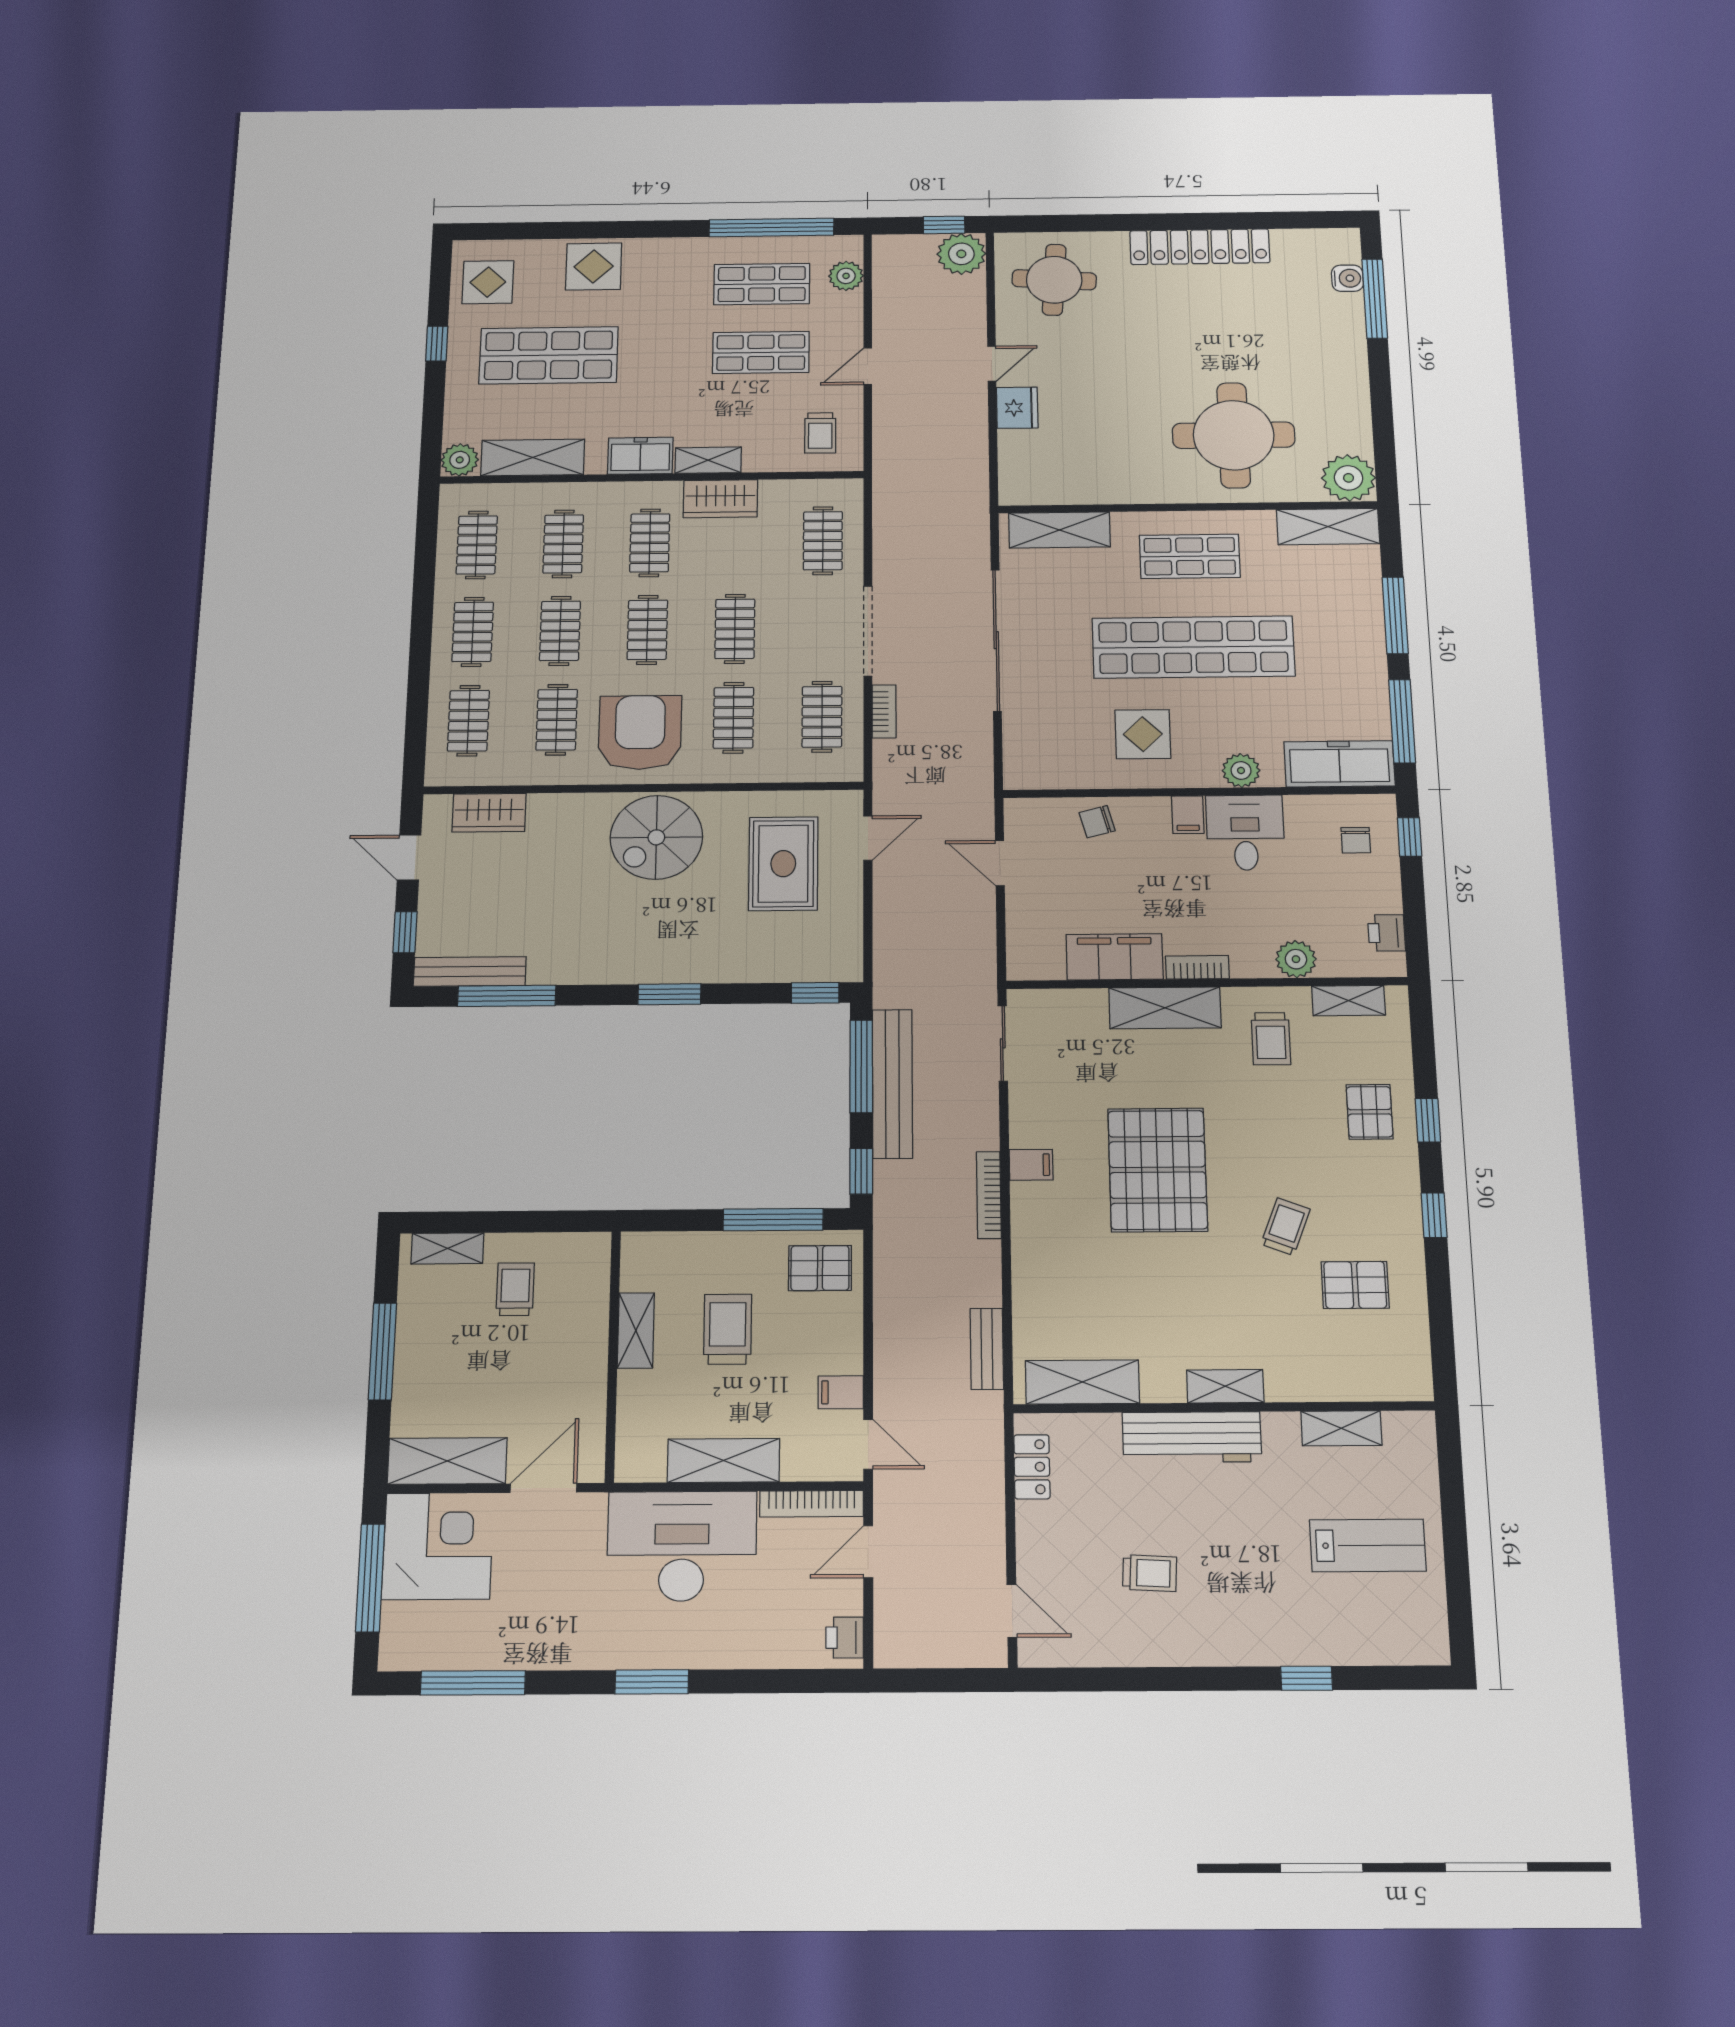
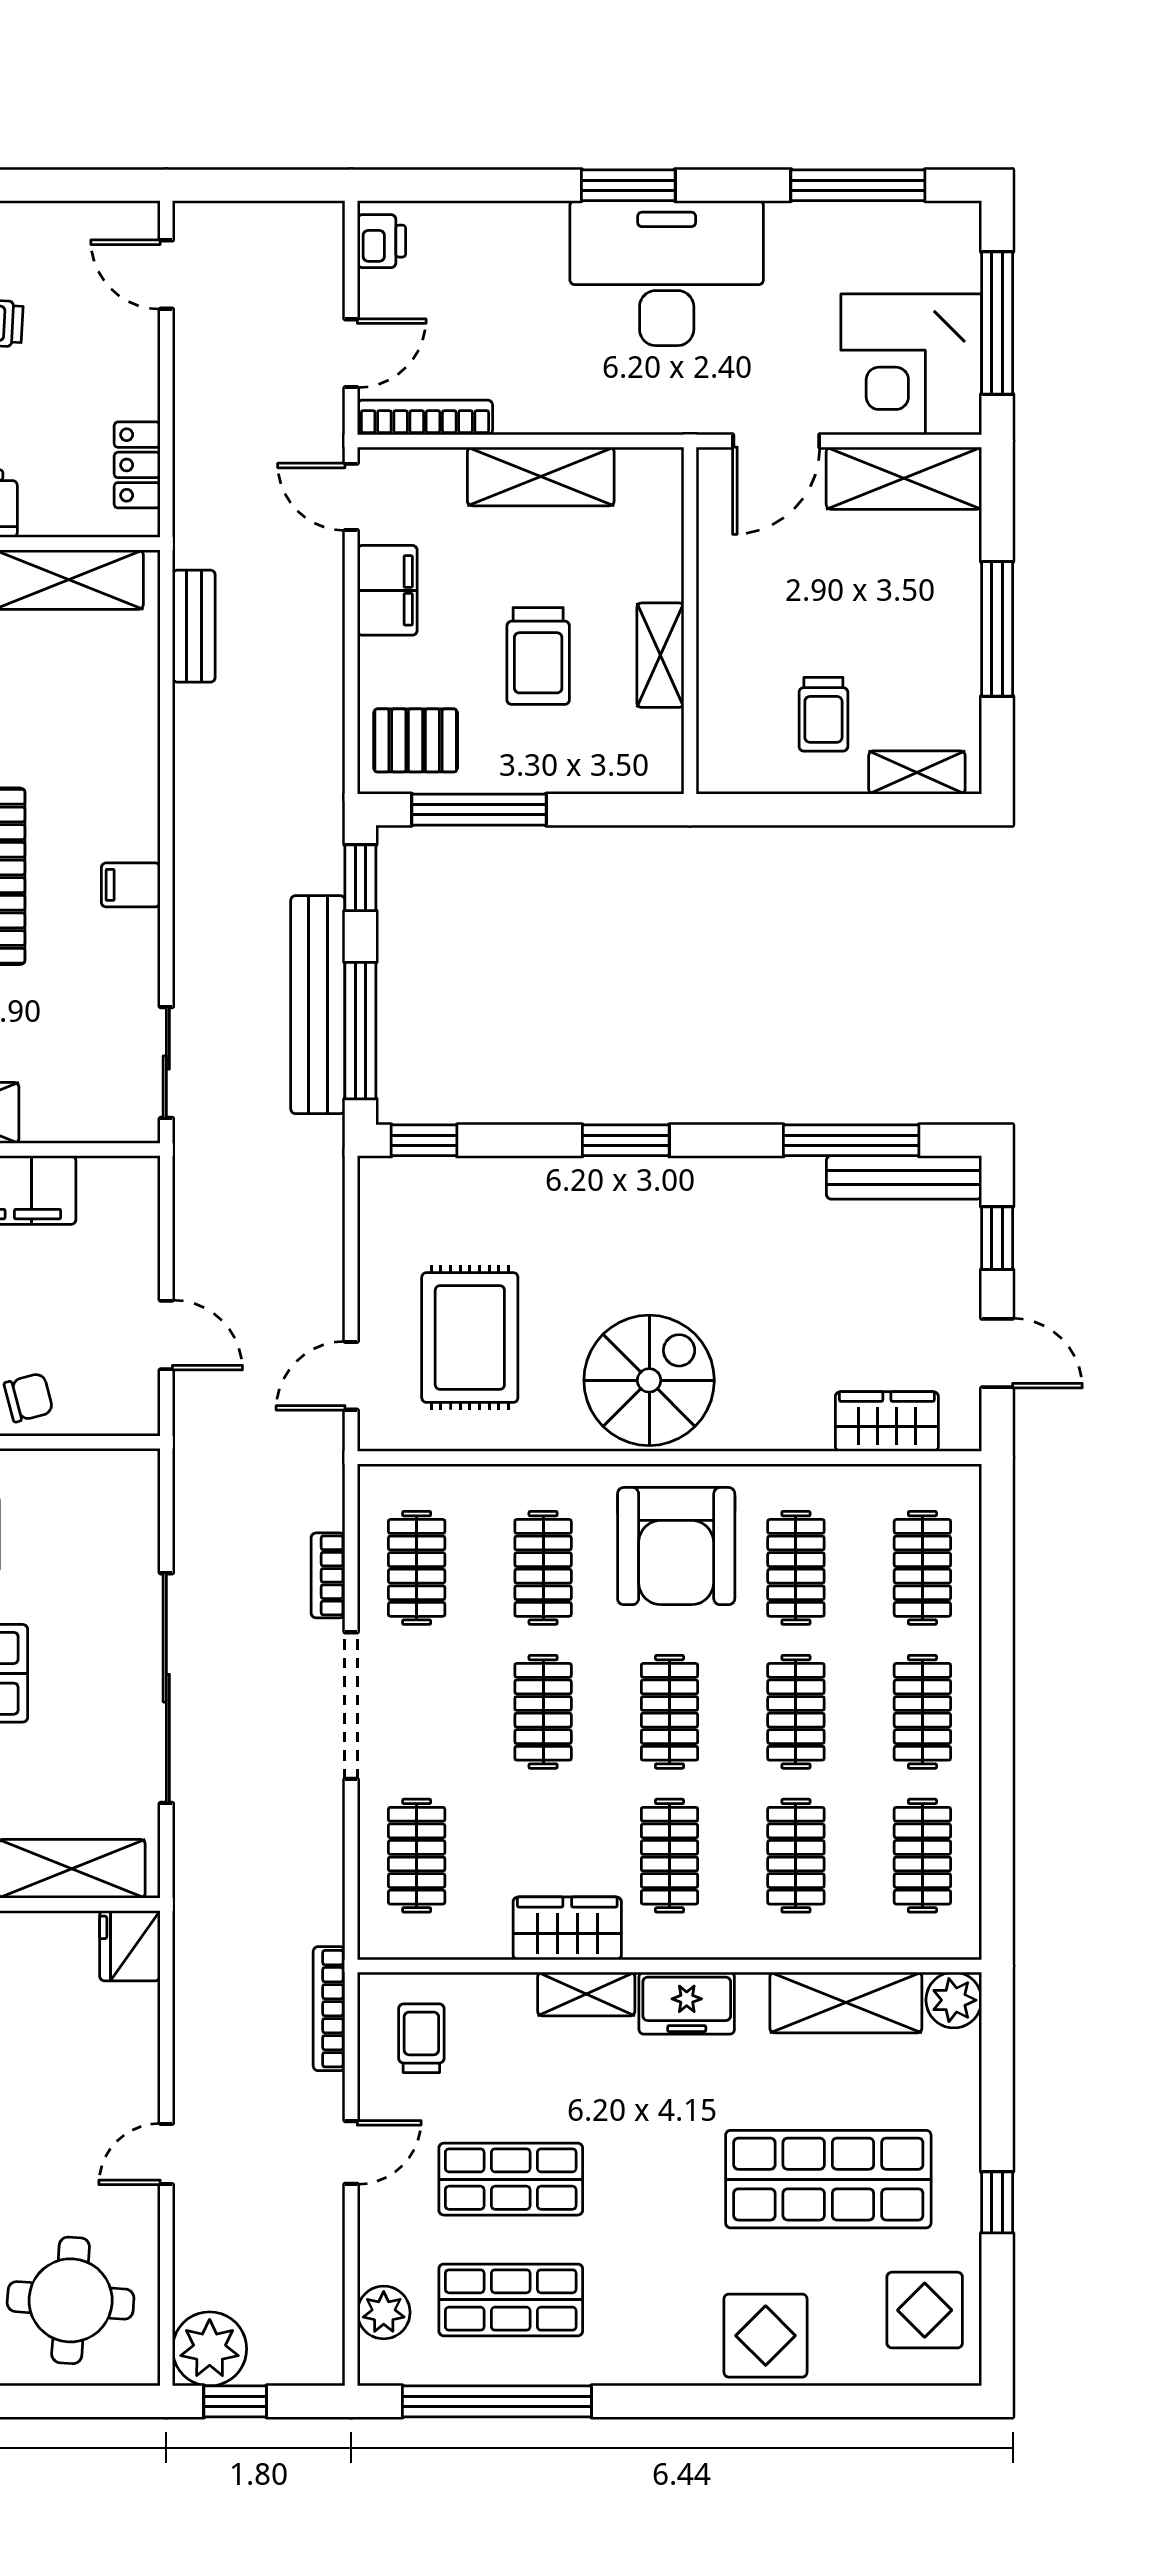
fridge: (1017, 408) -> (130, 1946), moved
bookcase: (989, 1195) -> (329, 2009), moved, turned 180
filing cabinet: (841, 1392) -> (387, 590), width x2.00
desk: (682, 1546) -> (667, 273), moved, turned 180

